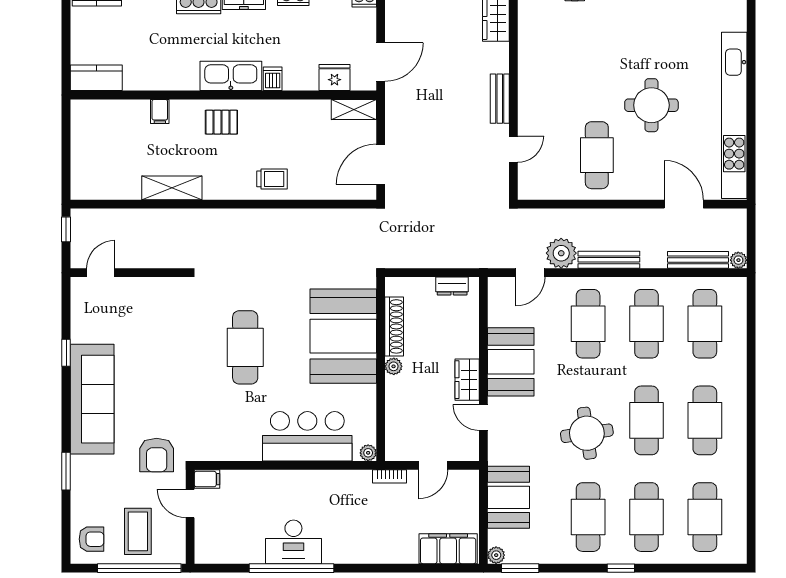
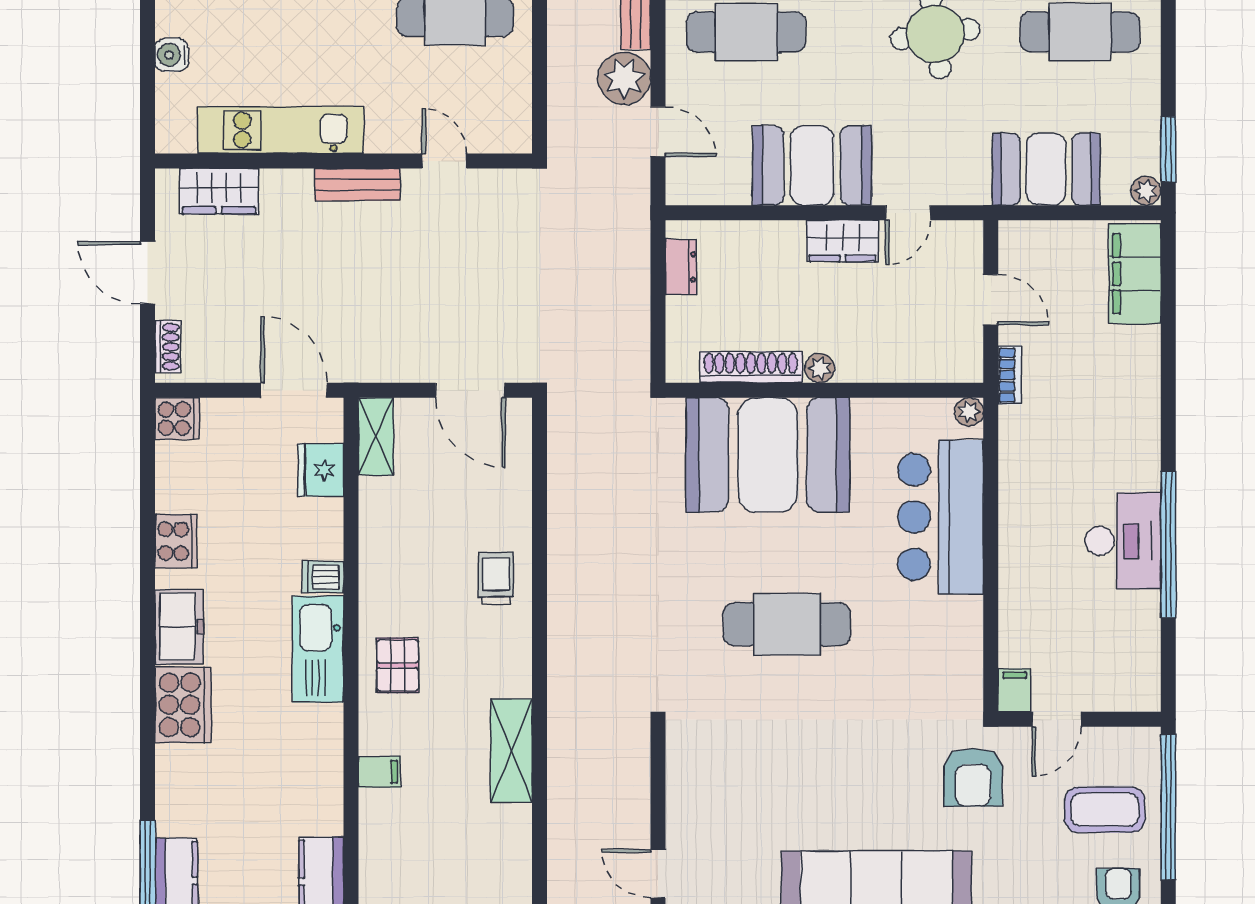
kitchen unit: (531, 54) -> (280, 130), added
armchair: (157, 455) -> (973, 777), turned 90

